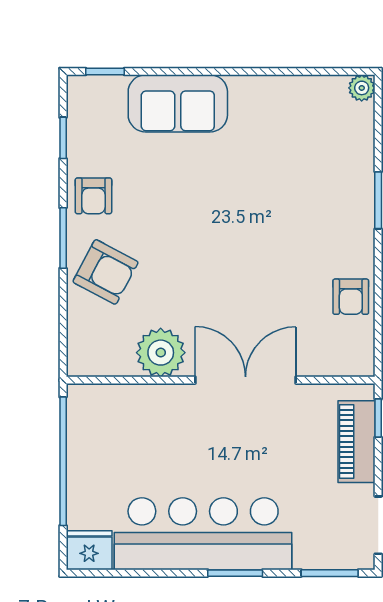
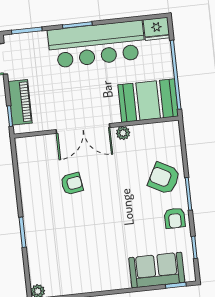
sofa: (178, 103) -> (157, 270), moved
armchair: (93, 196) -> (175, 218), turned 180
armchair: (351, 297) -> (72, 184), moved, turned 81
plant: (161, 353) -> (123, 133), width x0.53, depth x0.53
booth: (119, 419) -> (148, 101), added

